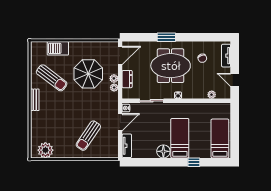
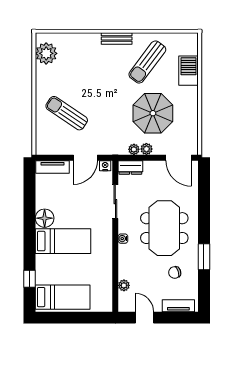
window: (166, 37) -> (204, 257), moved
dresser: (127, 79) -> (130, 167), moved
door: (235, 80) -> (145, 318), hinge flipped
door: (120, 122) -> (85, 158), hinge flipped
window: (194, 162) -> (30, 279), moved

